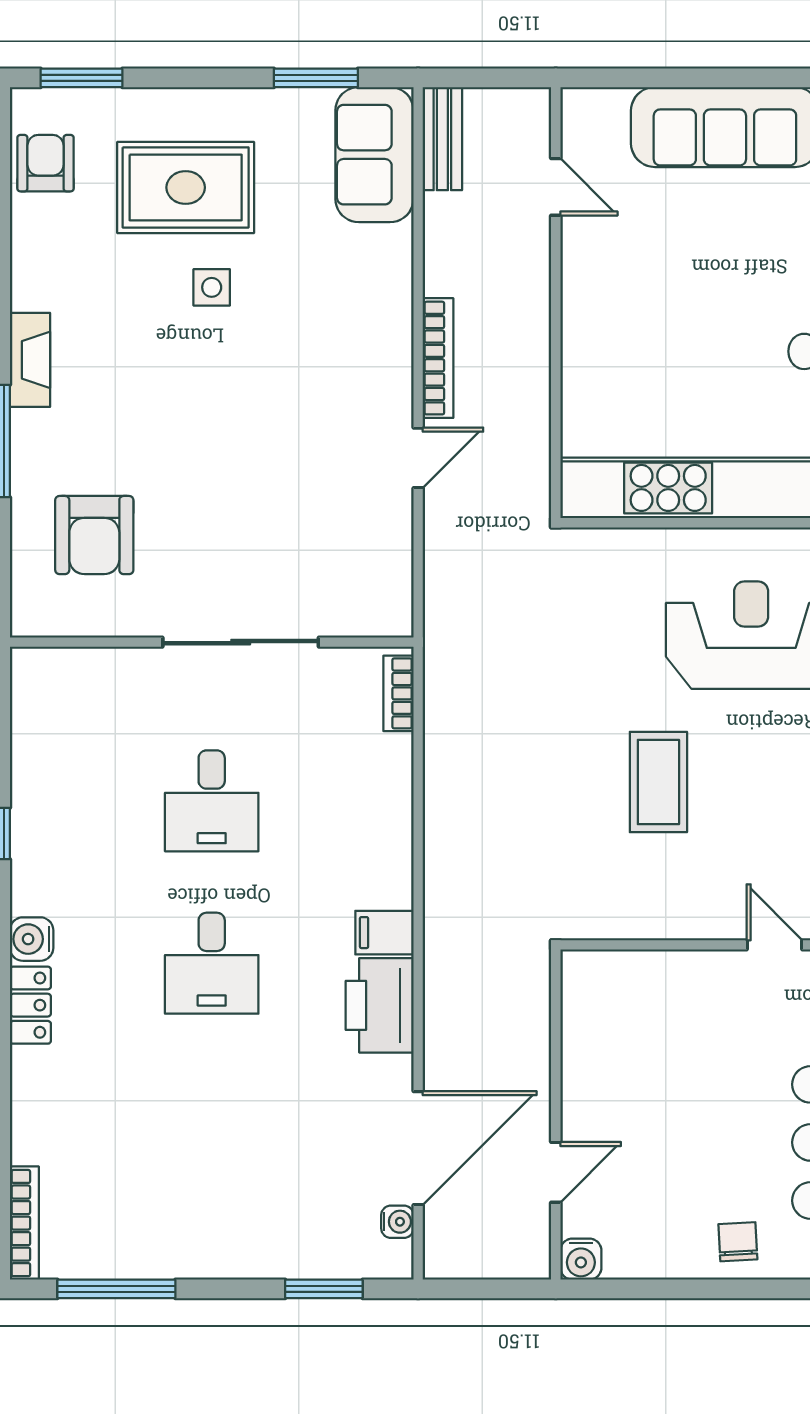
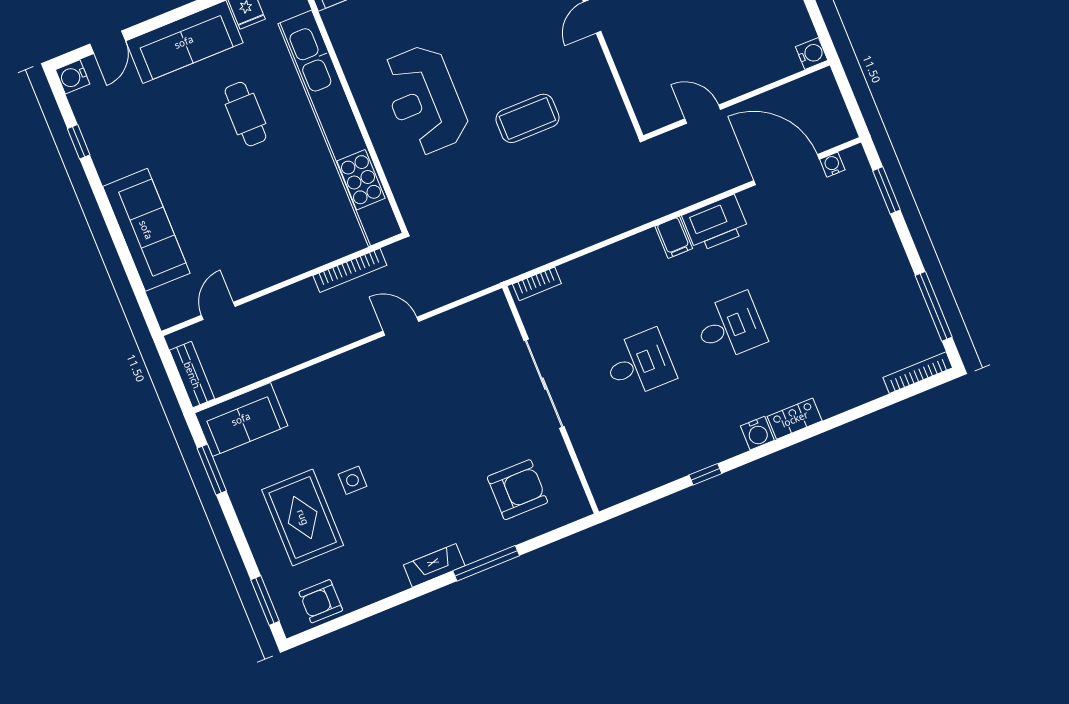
bench: (442, 139) -> (192, 375), moved, turned 90
bookcase: (438, 358) -> (350, 270), moved, turned 180
door: (556, 1172) -> (703, 114), moved

